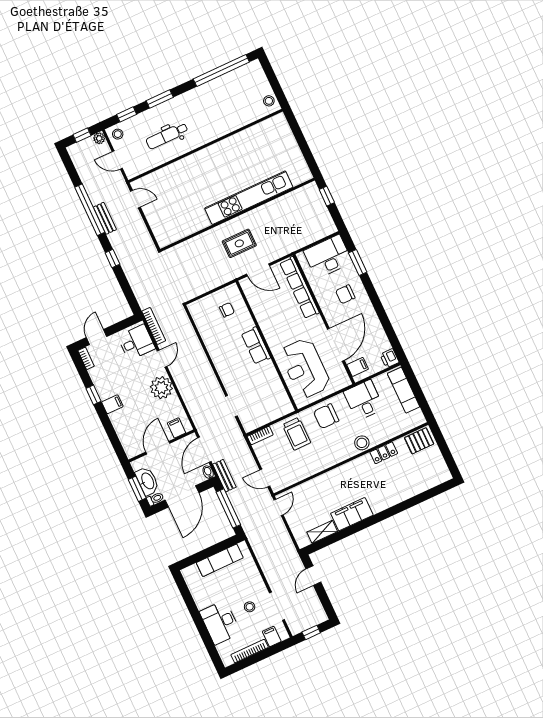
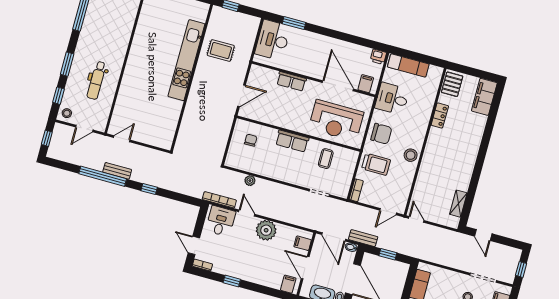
plant: (99, 138) -> (250, 181), moved
rug: (239, 243) -> (221, 51), moved, turned 90
row of seats: (299, 288) -> (291, 81), width x0.50
chair: (345, 294) -> (309, 50), removed
coffee table: (265, 387) -> (326, 159), added
filing cabinet: (112, 404) -> (288, 284), moved
chair: (326, 416) -> (381, 134), turned -90
stool: (362, 443) -> (411, 155), moved
window: (228, 508) -> (388, 254), width x0.46
filing cabinet: (352, 514) -> (484, 97), moved

